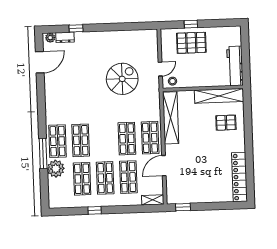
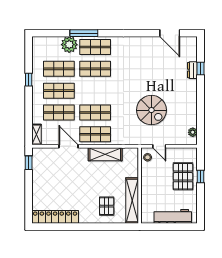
dresser: (65, 37) -> (192, 70), moved
plant: (50, 38) -> (193, 132), moved
workbench: (235, 66) -> (173, 216), moved
shelving: (171, 118) -> (105, 154), width x0.68

